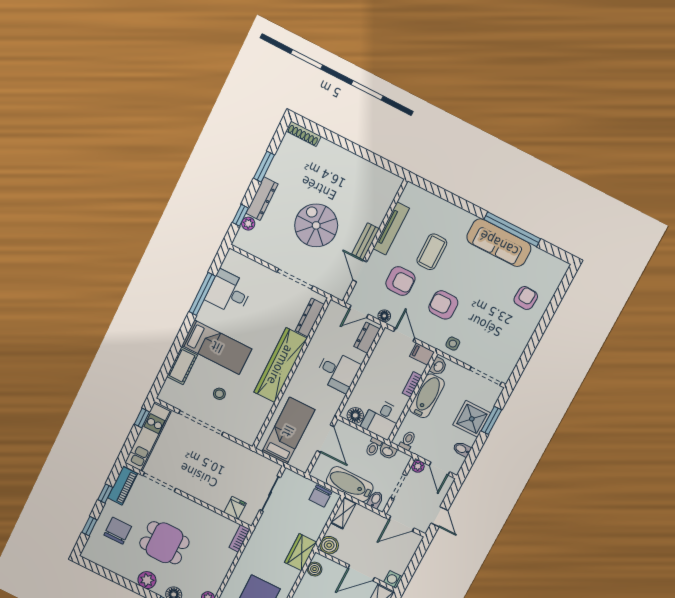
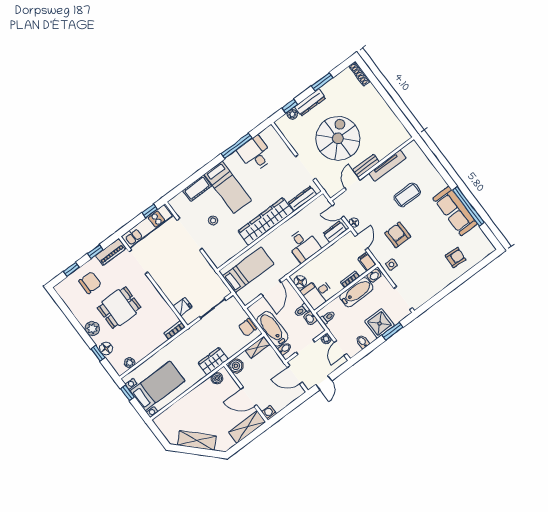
spiral stairs: (316, 225) -> (338, 138), width x1.37, depth x1.37
armchair: (400, 281) -> (376, 204), removed
dining table: (164, 543) -> (119, 307), turned 90

